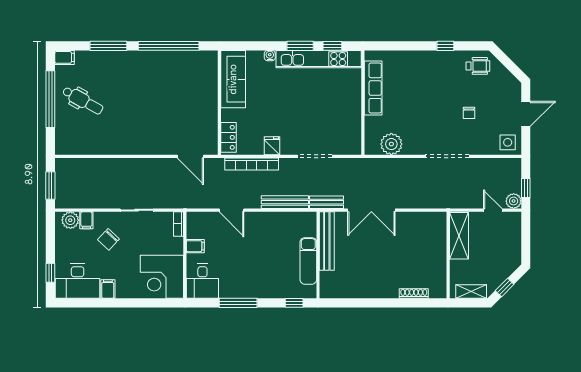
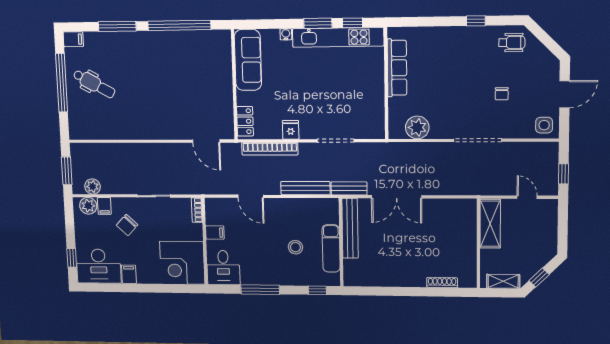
plant: (514, 201) -> (93, 187), moved
stool: (274, 260) -> (295, 247), added

